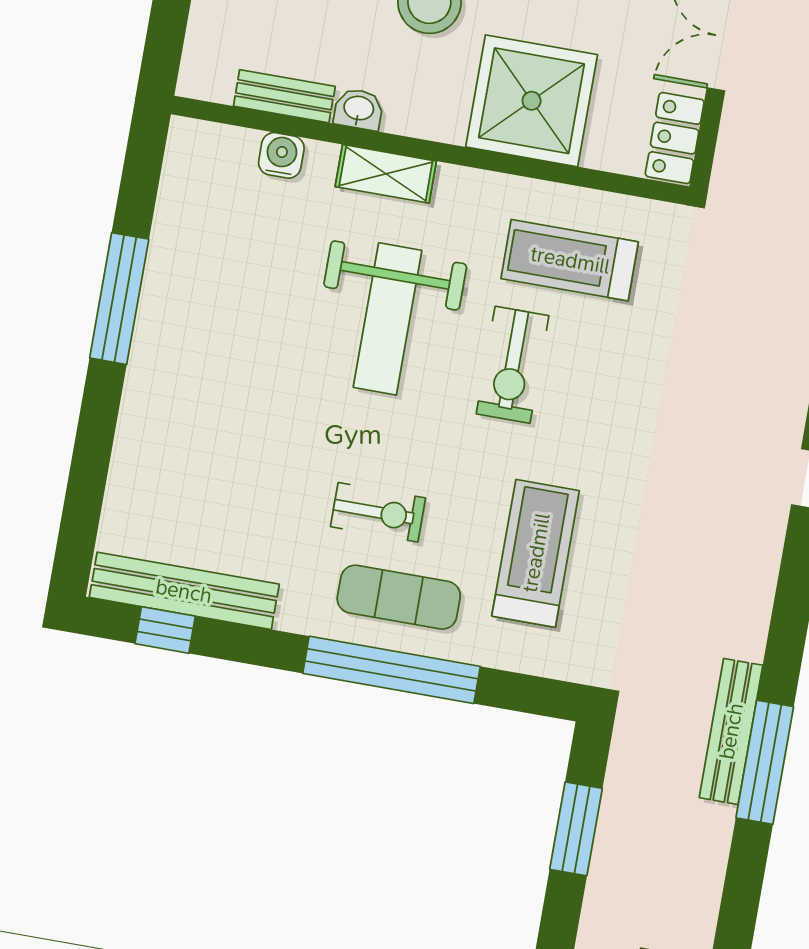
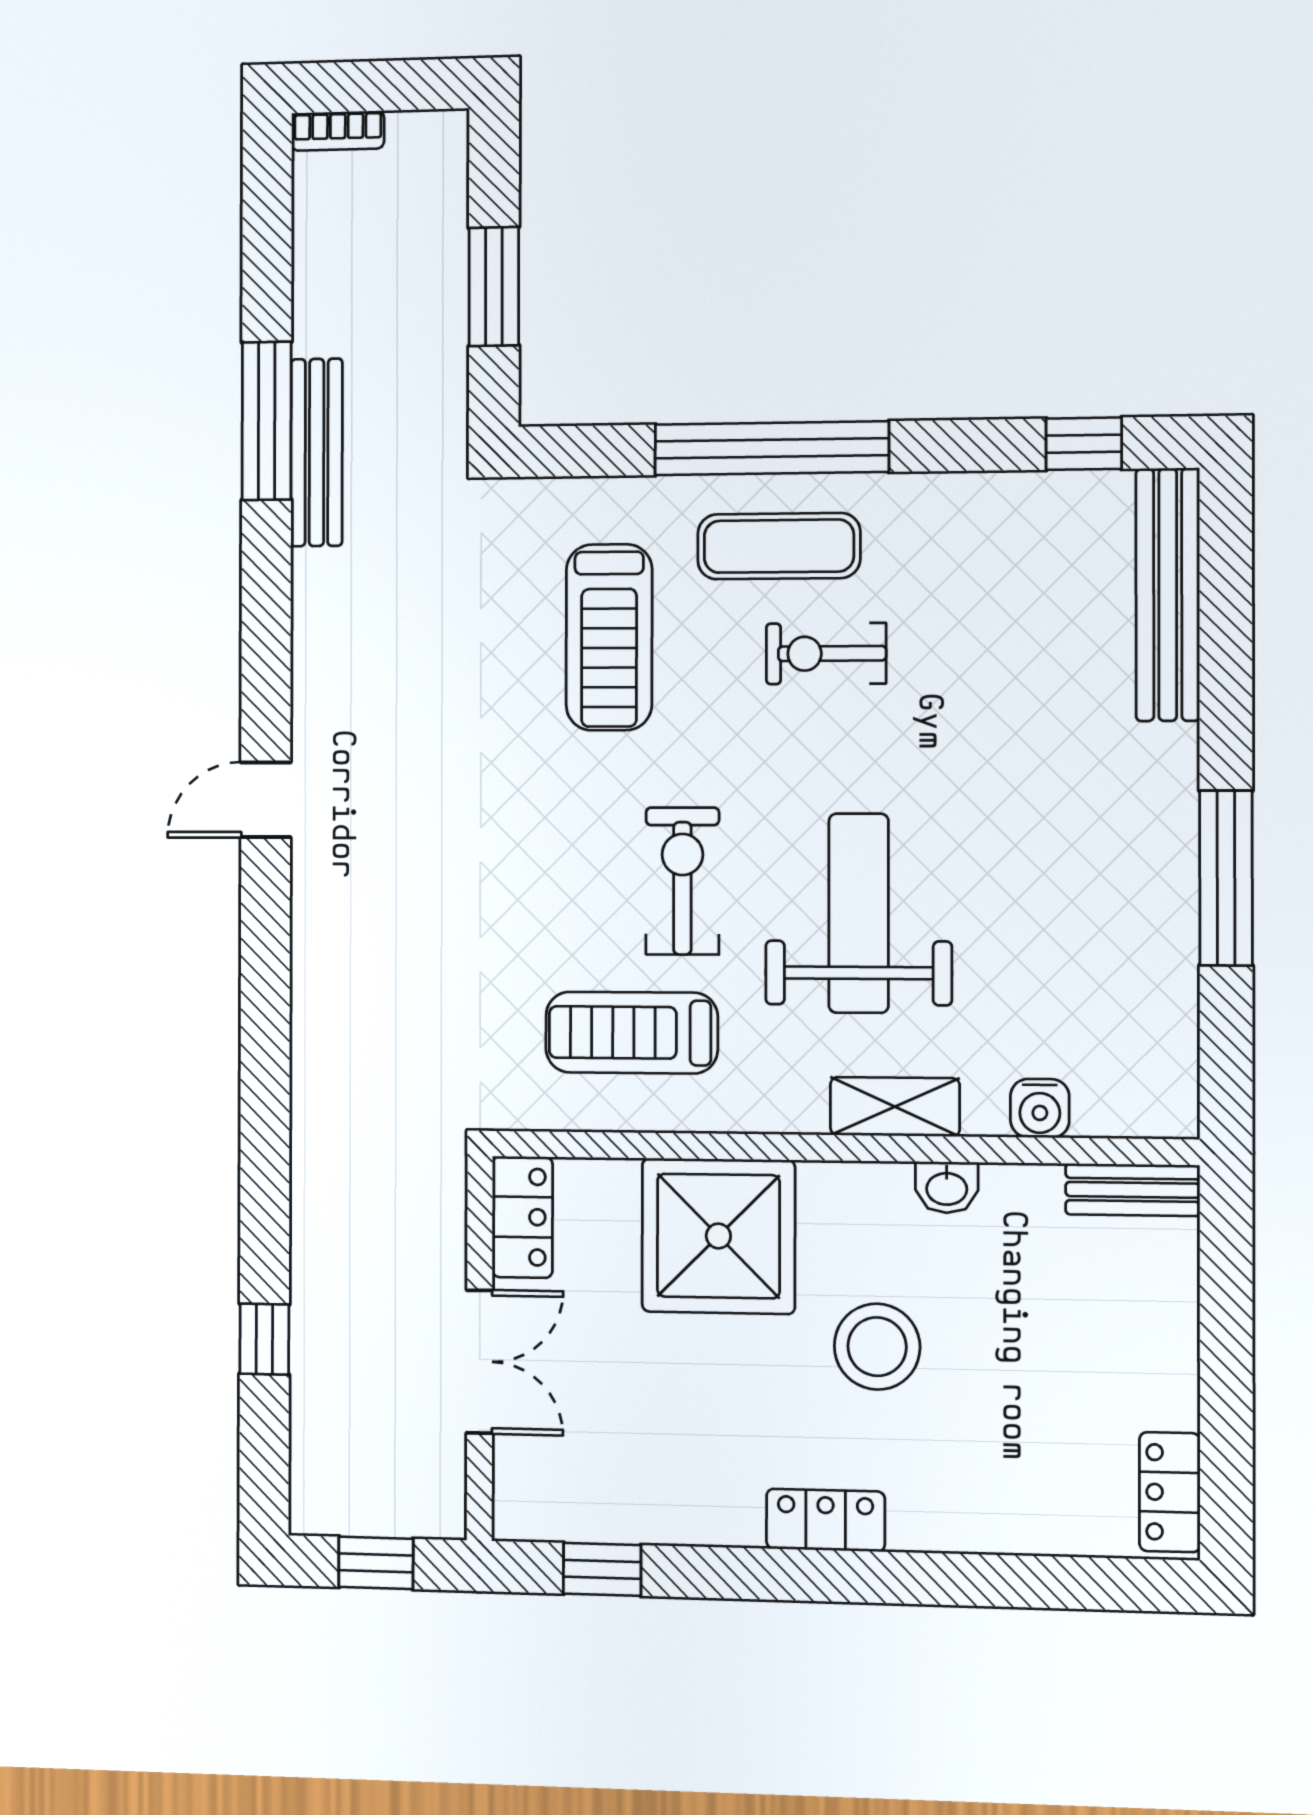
bench: (284, 96) -> (1133, 1190), moved
treadmill: (570, 260) -> (632, 1033), turned 180
bench: (184, 591) -> (1168, 595), moved, turned 90

